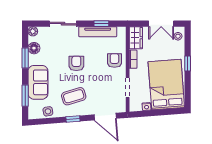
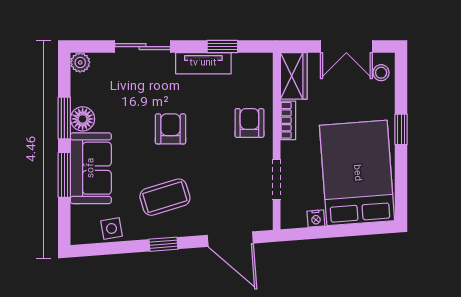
tv unit: (98, 32) -> (203, 63), width x0.71
floor lamp: (34, 48) -> (83, 119), moved
window: (25, 96) -> (64, 175), moved

